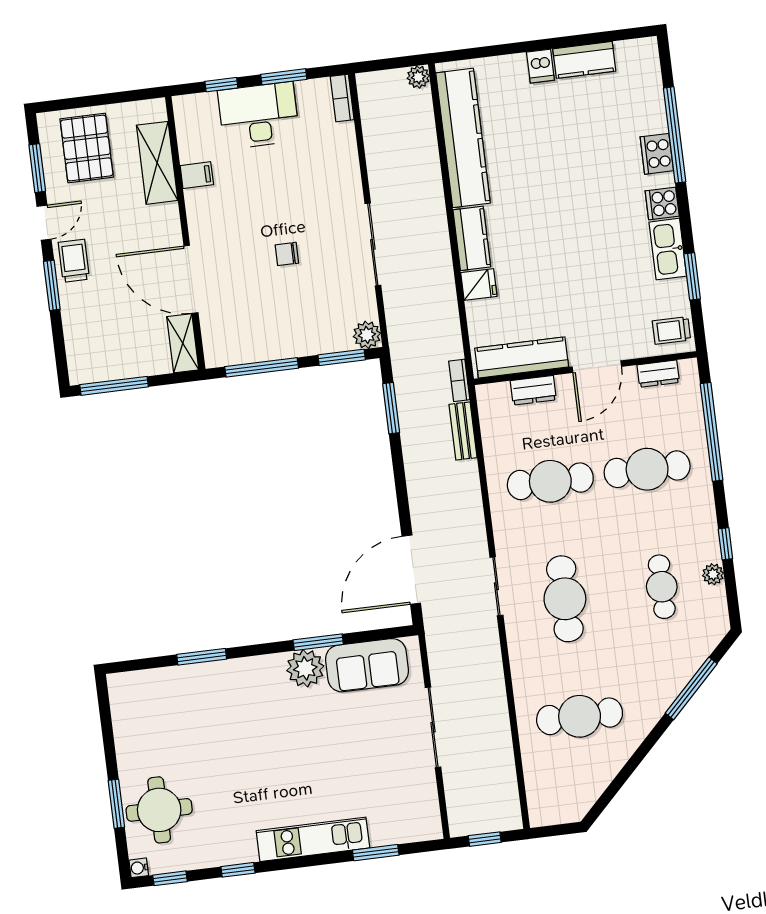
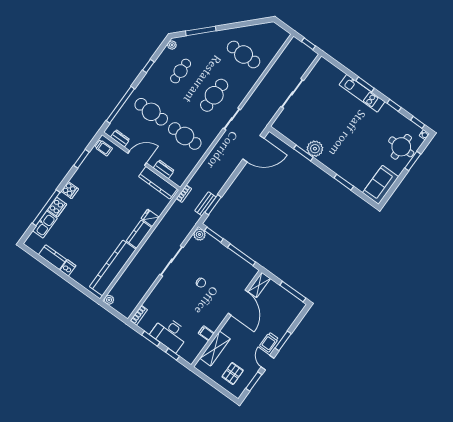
pallet: (87, 148) -> (233, 374), width x0.67, depth x0.71
door: (44, 223) -> (267, 363), hinge flipped
kitchen sink: (668, 249) -> (45, 224), moved
bench: (463, 431) -> (205, 204), moved
plant: (713, 574) -> (172, 45), moved
sofa: (367, 665) -> (381, 185), moved, turned -90
window: (376, 853) -> (365, 84), moved

